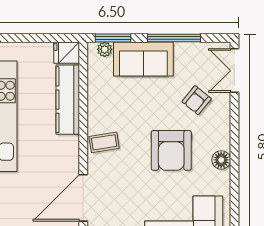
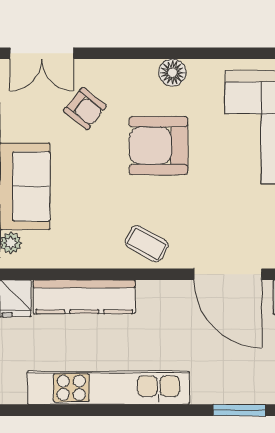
coffee table: (104, 142) -> (147, 244), turned -52
armchair: (171, 150) -> (158, 146), turned 180

